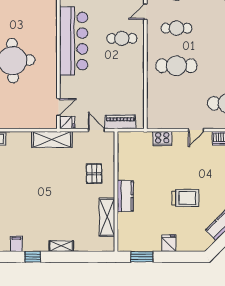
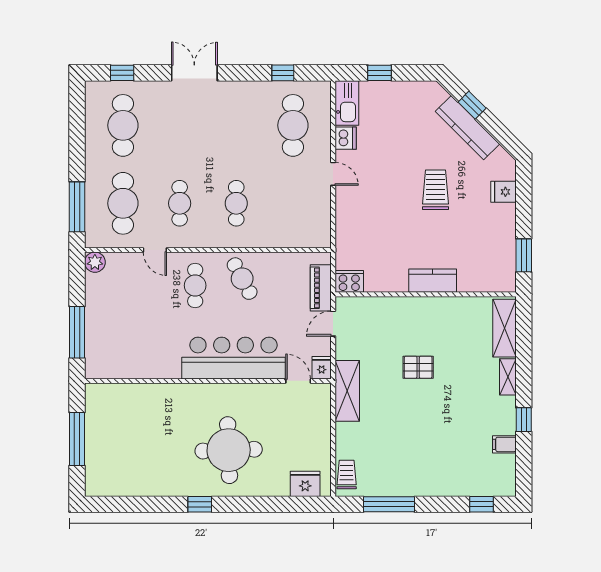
bar counter: (74, 41) -> (233, 358), moved
cafe table: (176, 66) -> (236, 203), width x0.73, depth x0.74
cafe table: (126, 70) -> (242, 279), added
cooker: (162, 139) -> (349, 281), moved, turned -90
pallet: (94, 174) -> (418, 367), moved
shelving: (107, 217) -> (504, 328), moved, turned 90
fridge: (169, 243) -> (503, 192), moved

